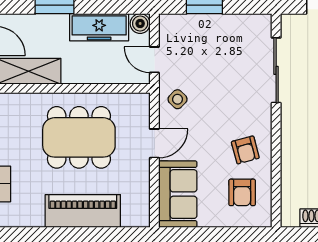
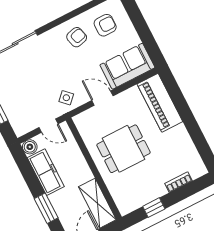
door: (154, 60) -> (49, 126), hinge flipped
dining table: (79, 137) -> (123, 149), width x0.73
piano: (83, 211) -> (160, 103), moved

